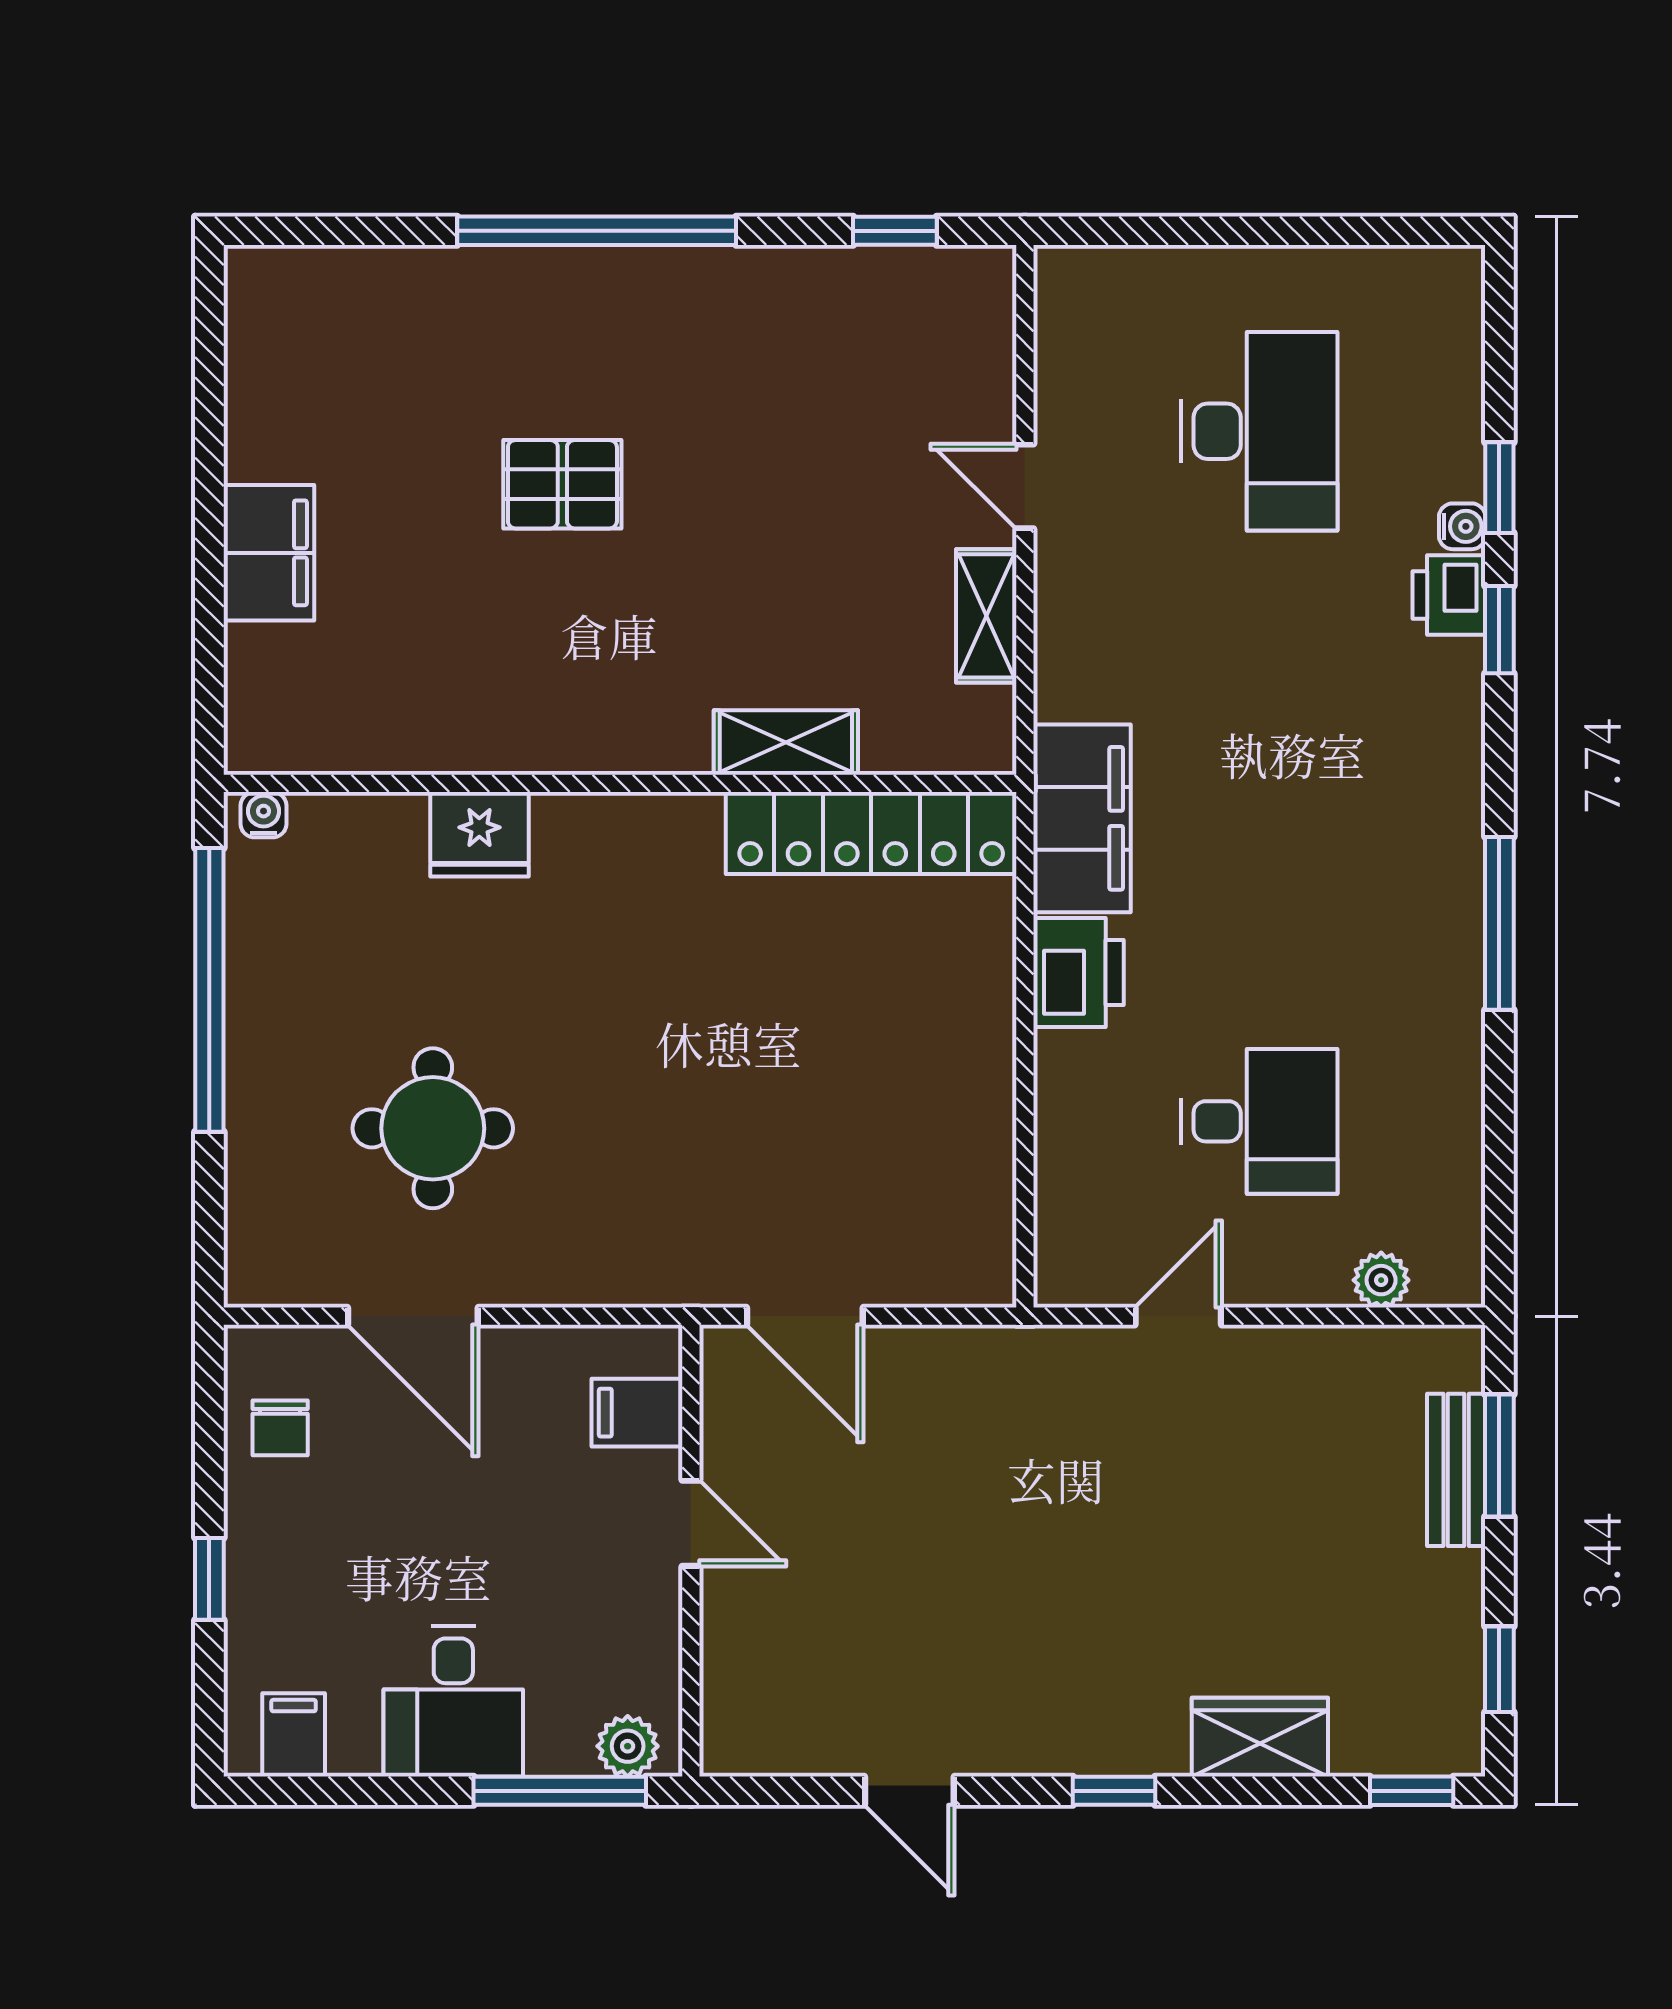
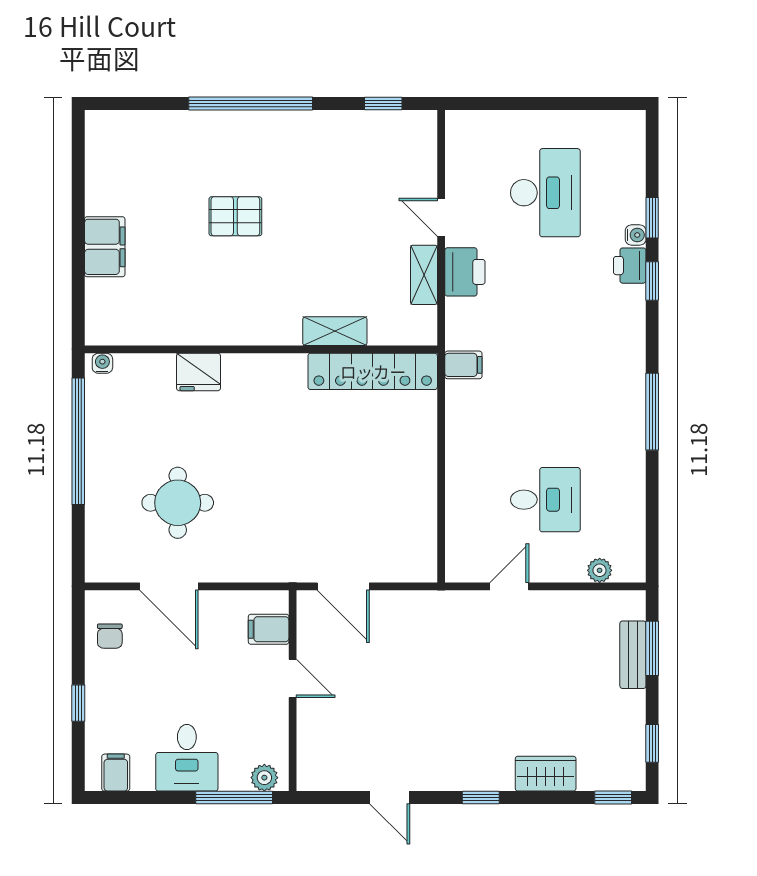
filing cabinet: (1082, 818) -> (463, 365), width x0.33, depth x0.86
printer: (1078, 973) -> (465, 272), moved

